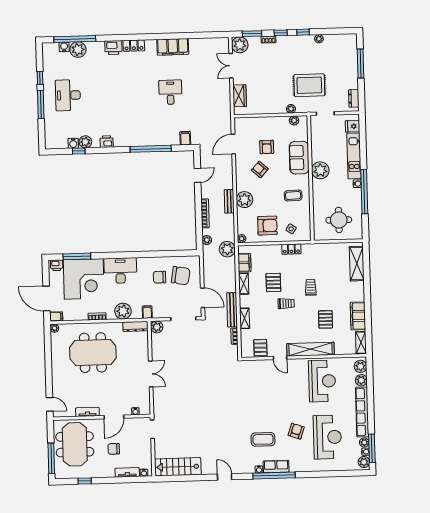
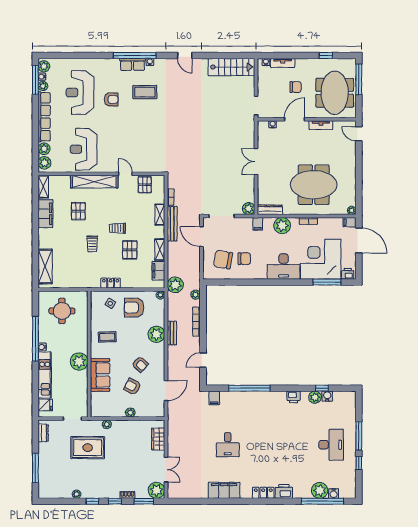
plant: (294, 120) -> (130, 413), moved
armchair: (267, 147) -> (132, 387), turned -62
armchair: (296, 431) -> (111, 99), turned -109

